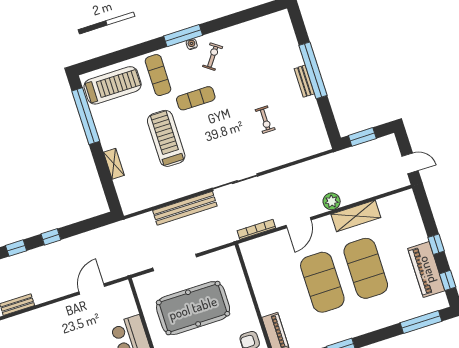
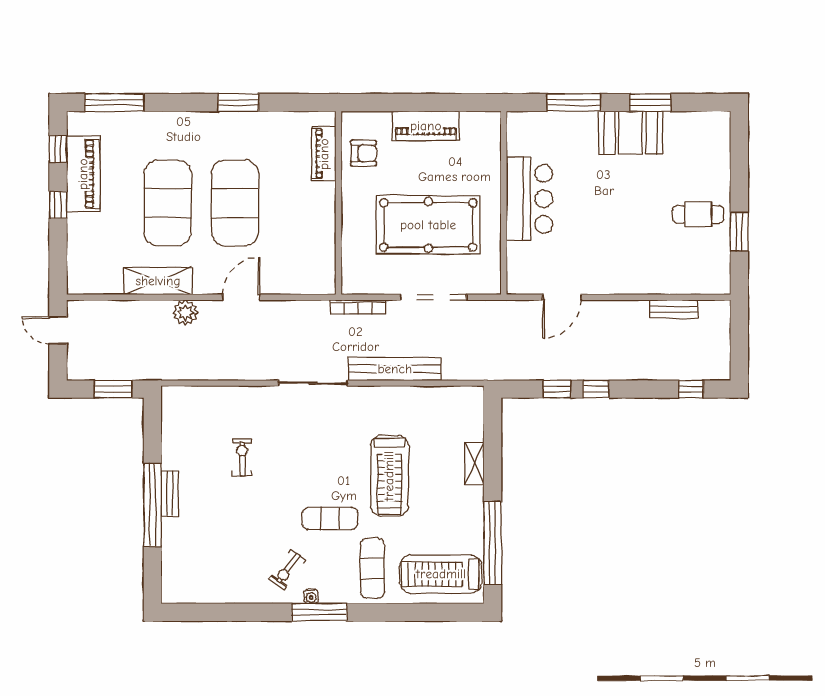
bookcase: (256, 229) -> (358, 307), moved
window: (16, 248) -> (557, 389), moved

